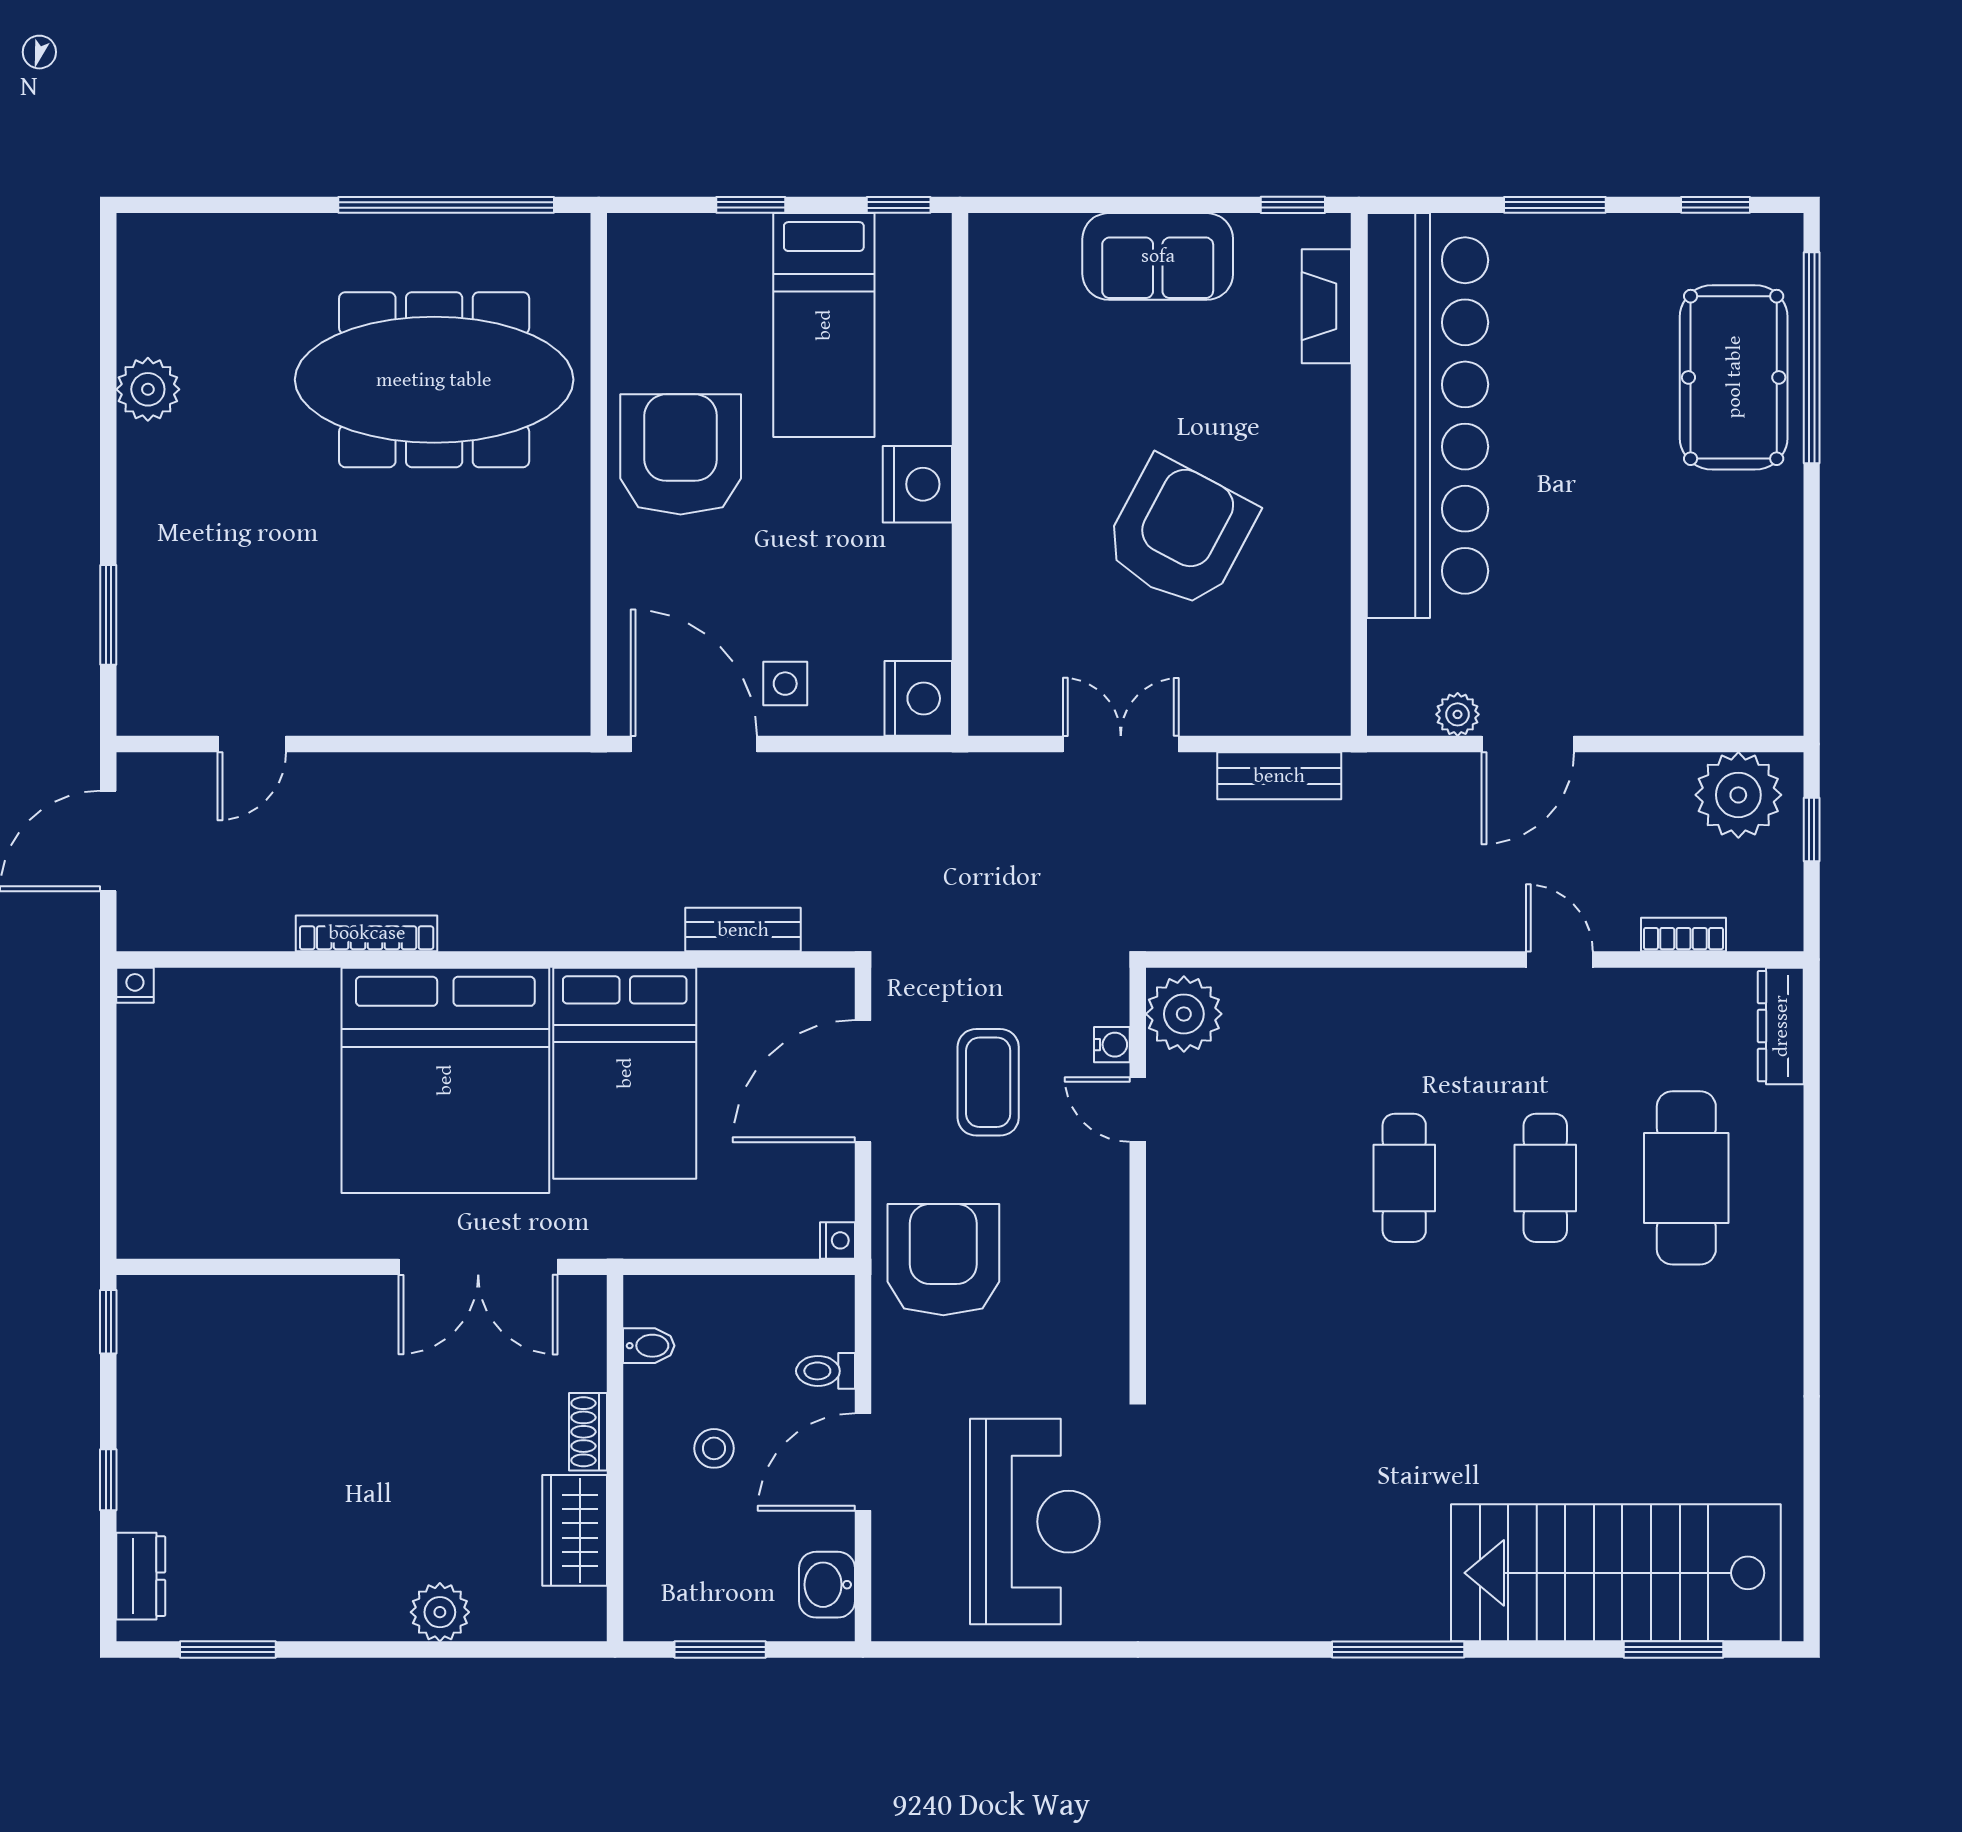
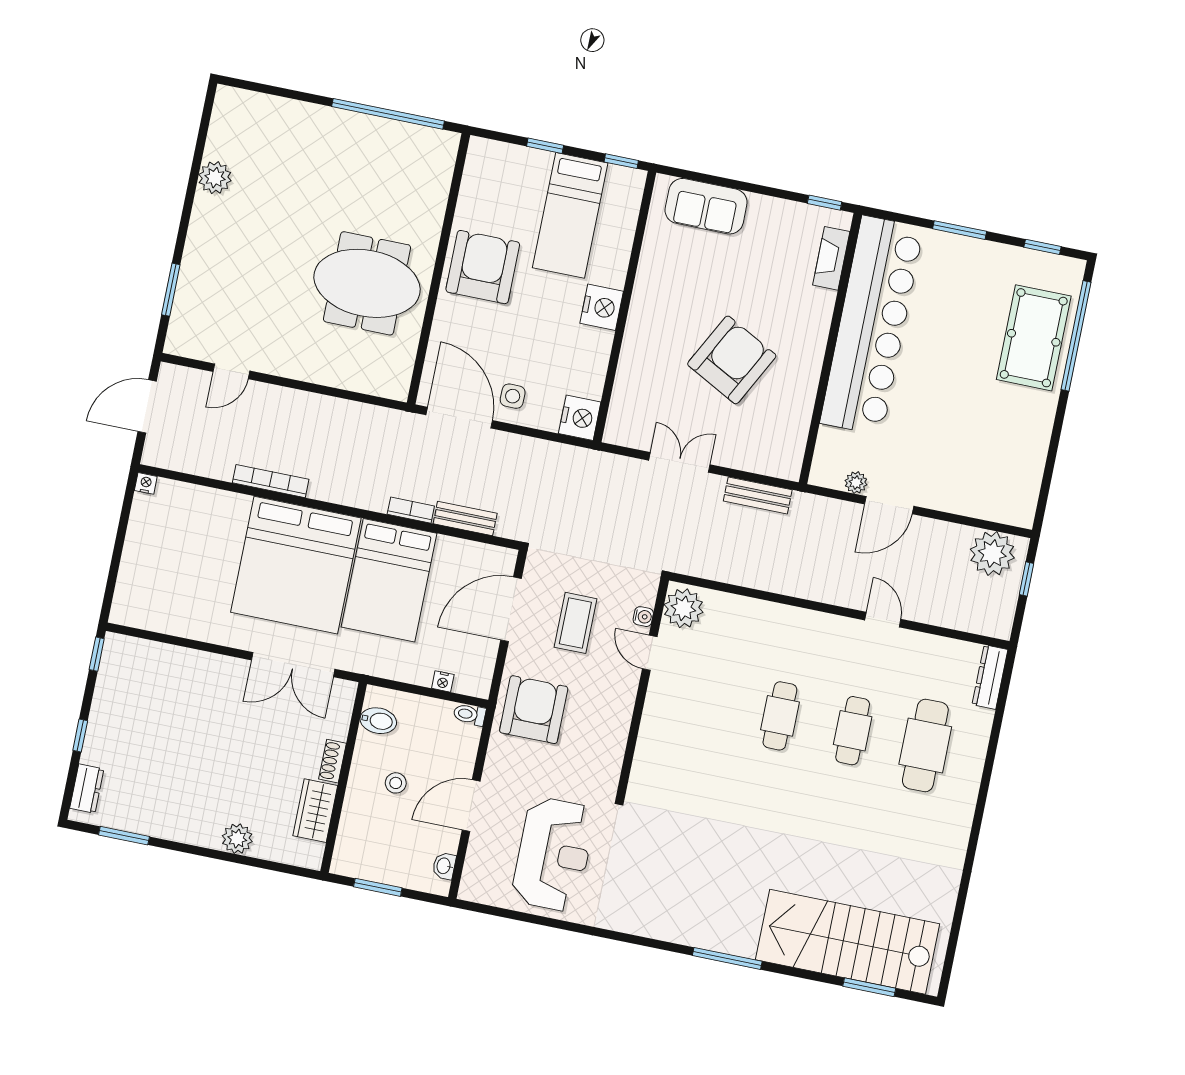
sofa: (1158, 256) -> (706, 206), moved
meeting table: (434, 380) -> (367, 283), moved, width x0.73
bookcase: (1683, 935) -> (411, 510), moved
nightstand: (838, 1240) -> (443, 681), moved, turned 90
bidet: (649, 1346) -> (378, 721), width x1.38, depth x1.36
toilet: (826, 1371) -> (470, 714), moved
washbasin: (827, 1585) -> (444, 866), width x0.72, depth x0.69

